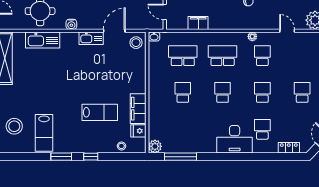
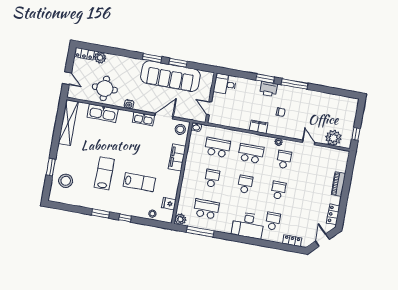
filing cabinet: (198, 23) -> (259, 127), moved
school desk: (302, 92) -> (206, 209), moved, width x1.85
filing cabinet: (138, 109) -> (177, 157), moved
lab bench: (44, 133) -> (104, 173), moved, turned 180

